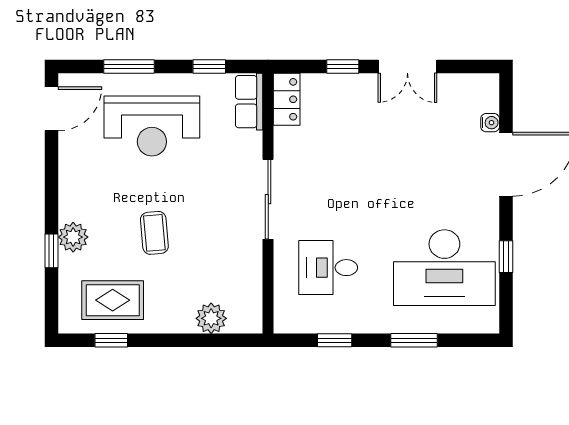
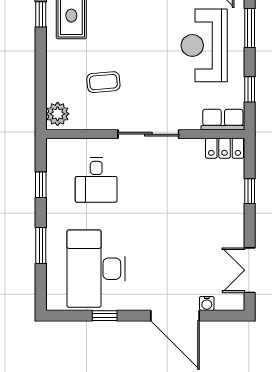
double door: (407, 66) -> (250, 270), moved
coffee table: (154, 233) -> (103, 82), moved
desk: (328, 268) -> (96, 180), turned 180
plant: (211, 318) -> (58, 114), moved

